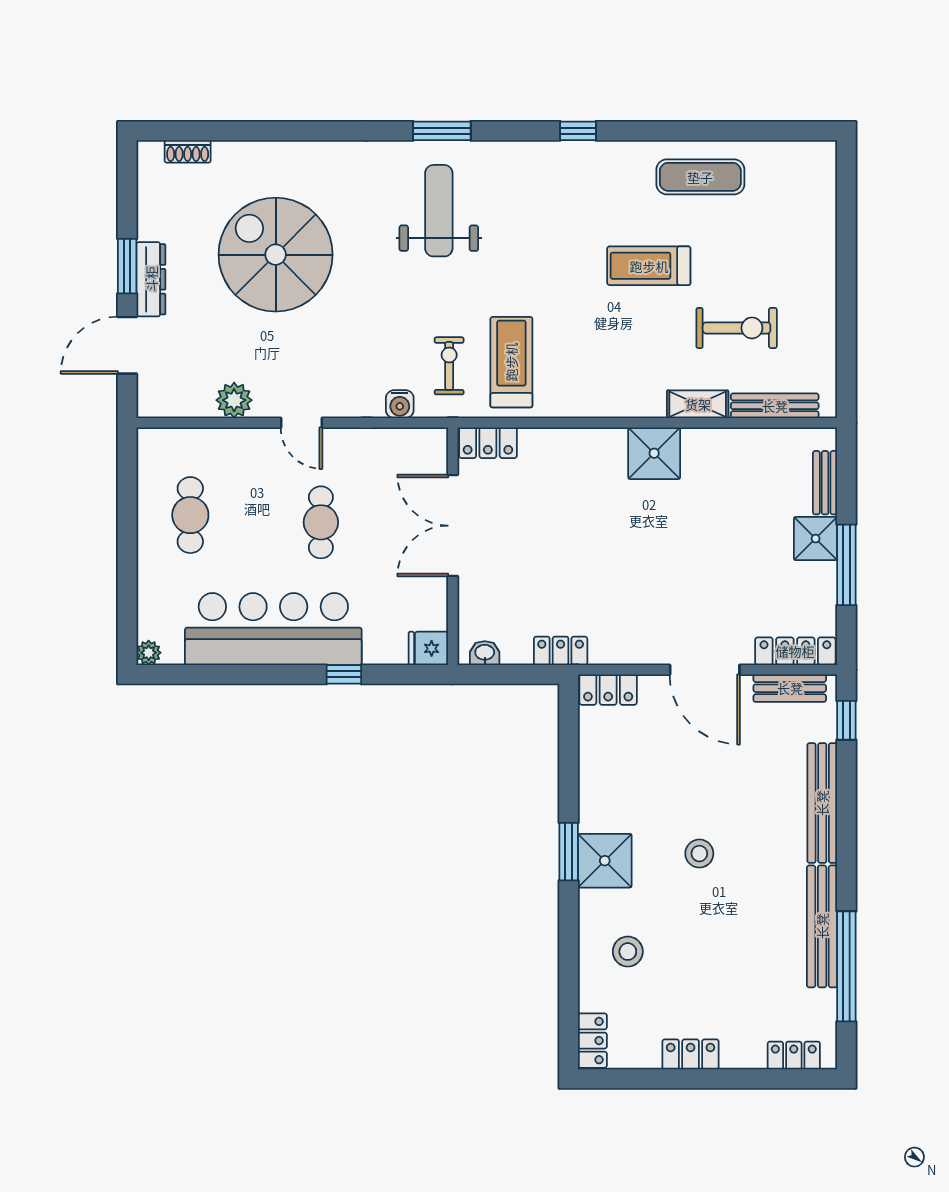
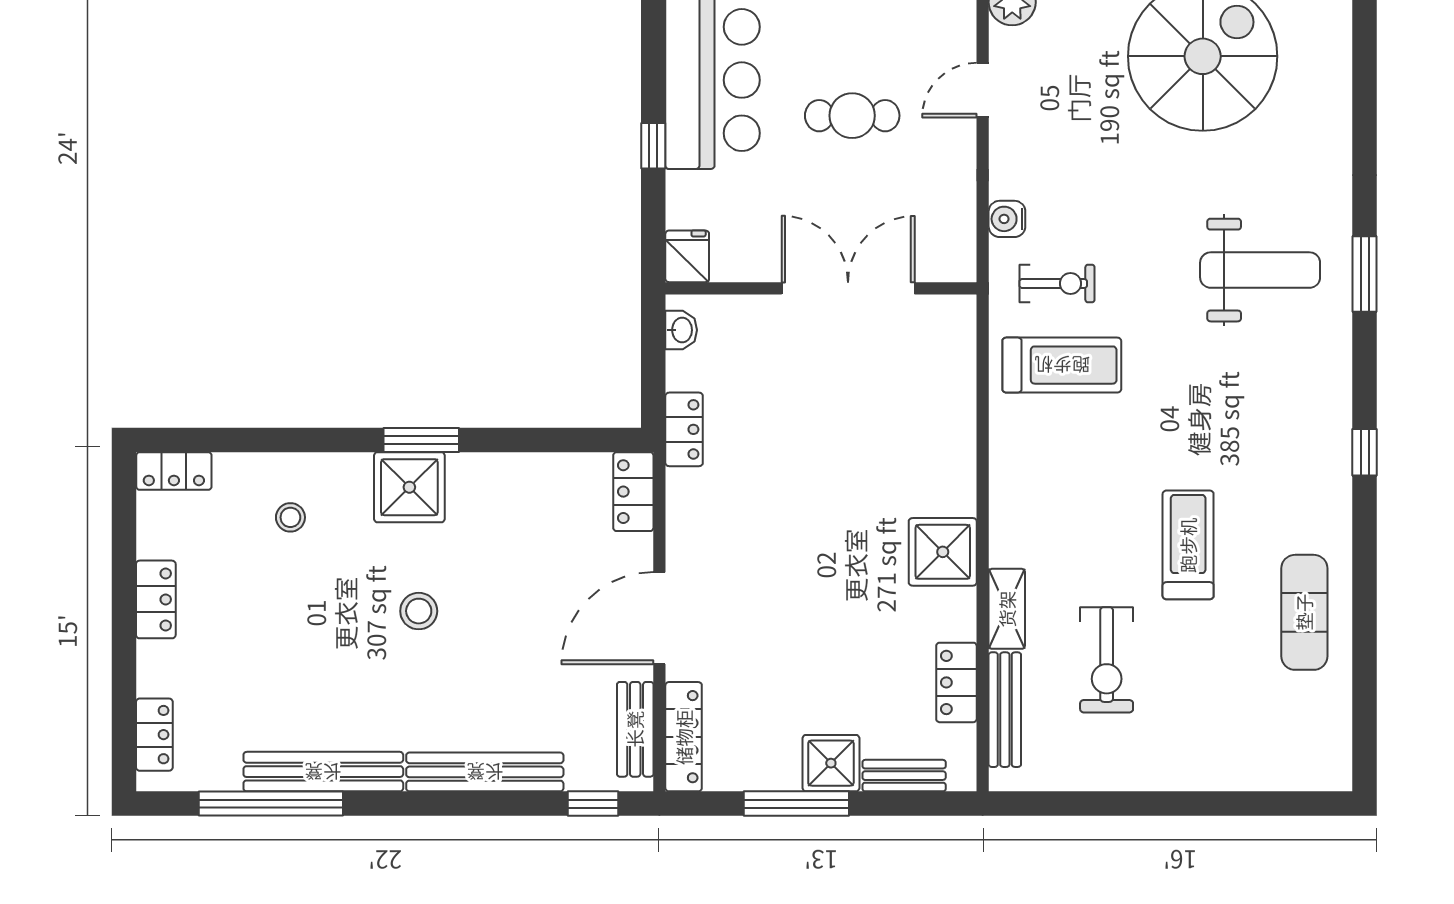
locker: (488, 443) -> (956, 682), moved
stool: (628, 952) -> (290, 517), width x0.73, depth x0.73

